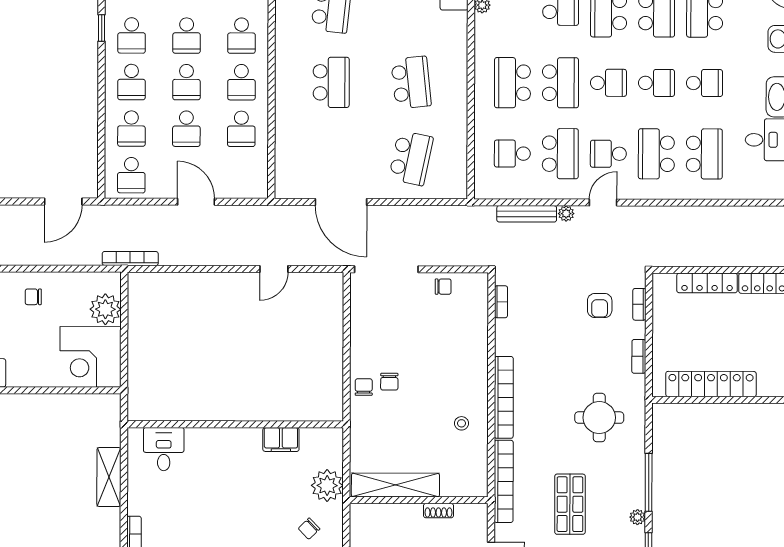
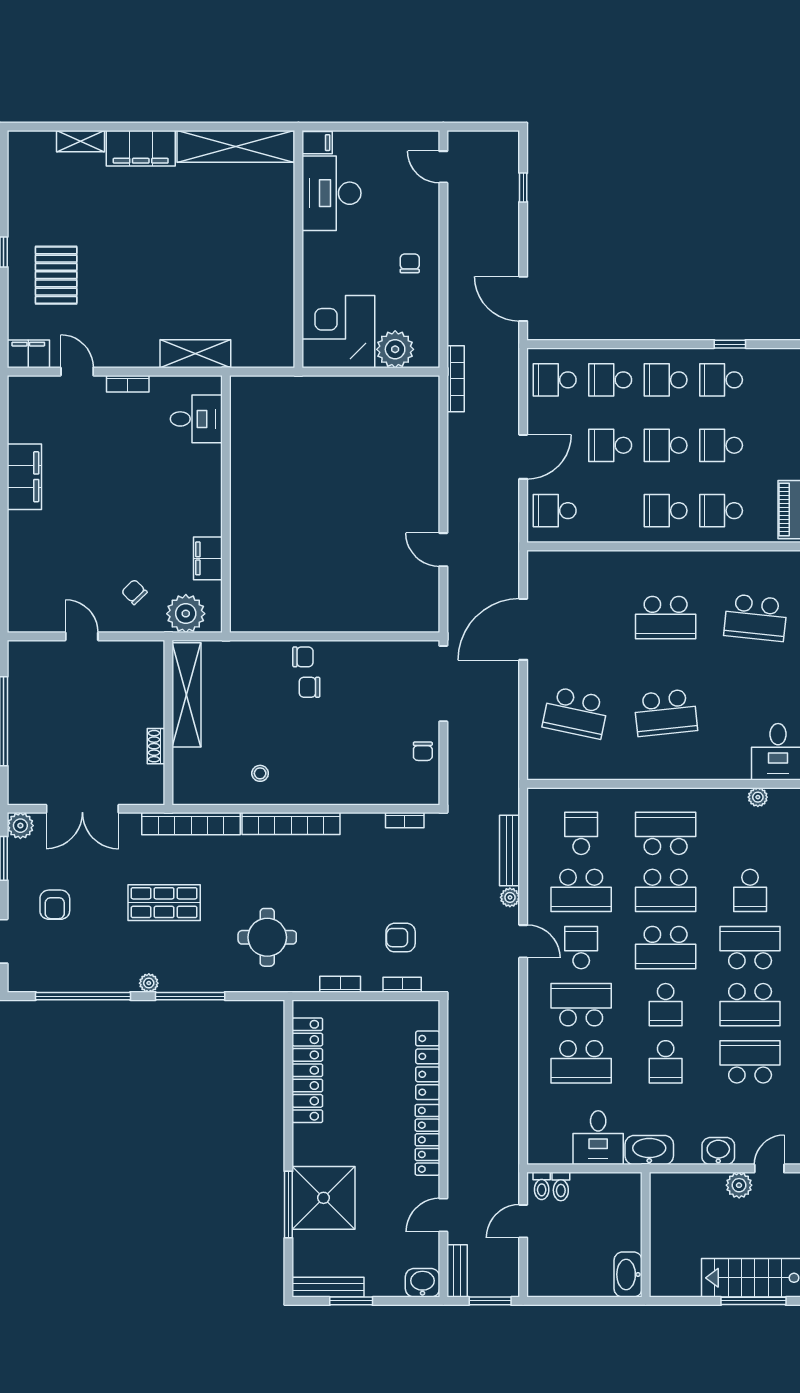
school desk: (608, 83) -> (666, 948), width x1.85
school desk: (241, 129) -> (555, 511), moved
wall: (235, 424) -> (226, 504), moved
filing cabinet: (281, 440) -> (208, 558), moved
desk: (164, 449) -> (196, 419), moved

